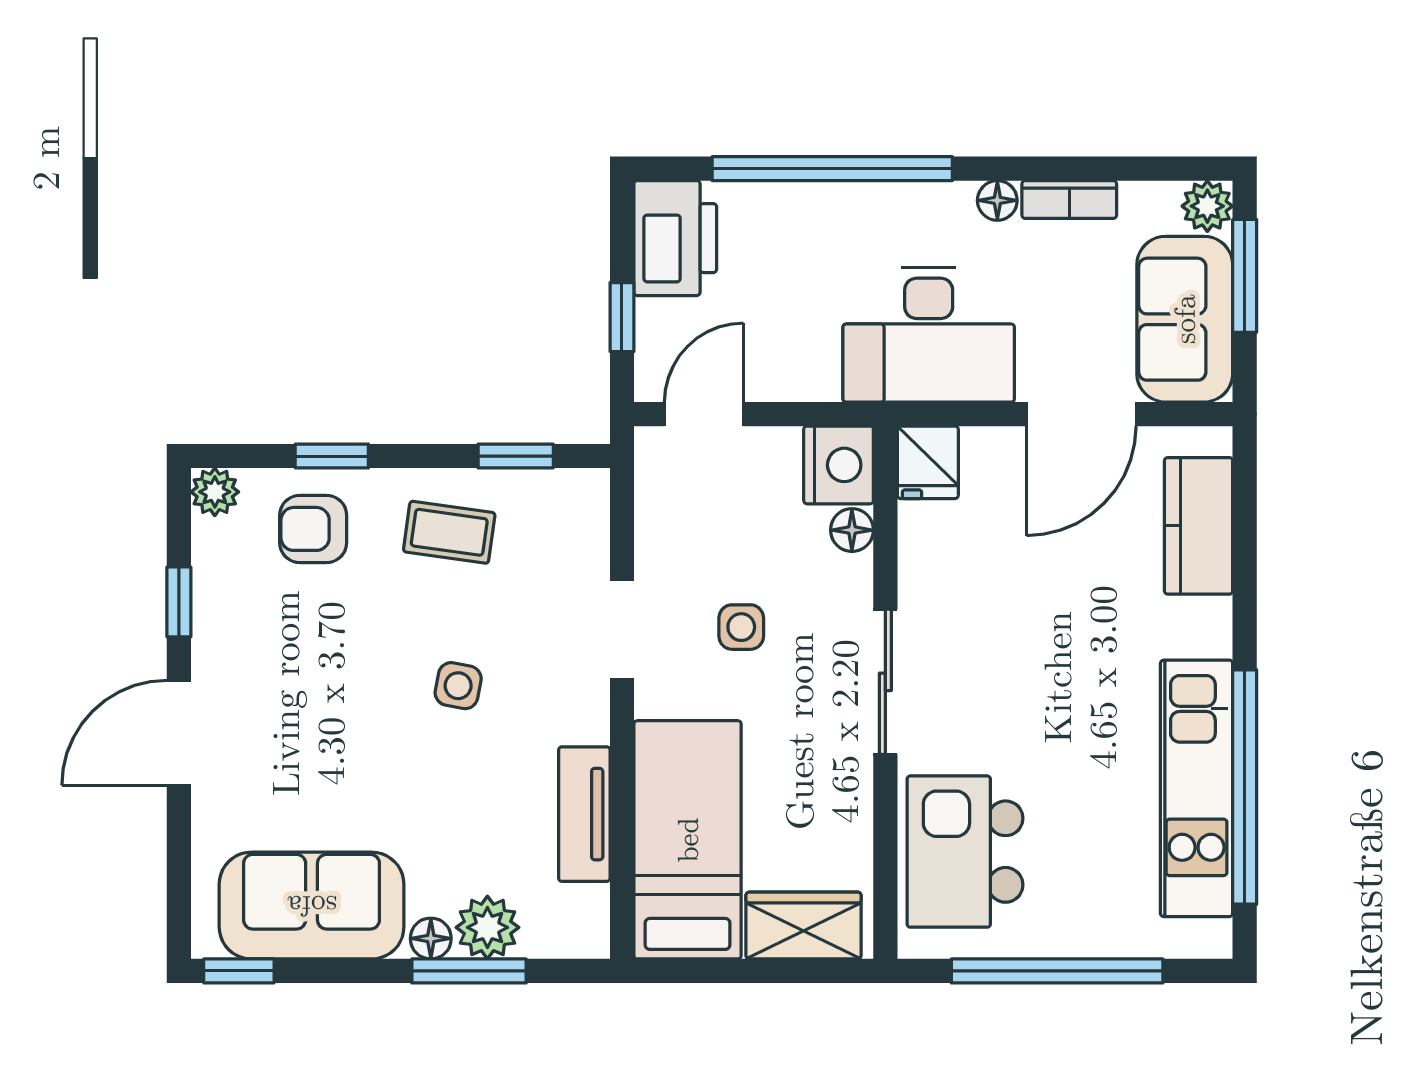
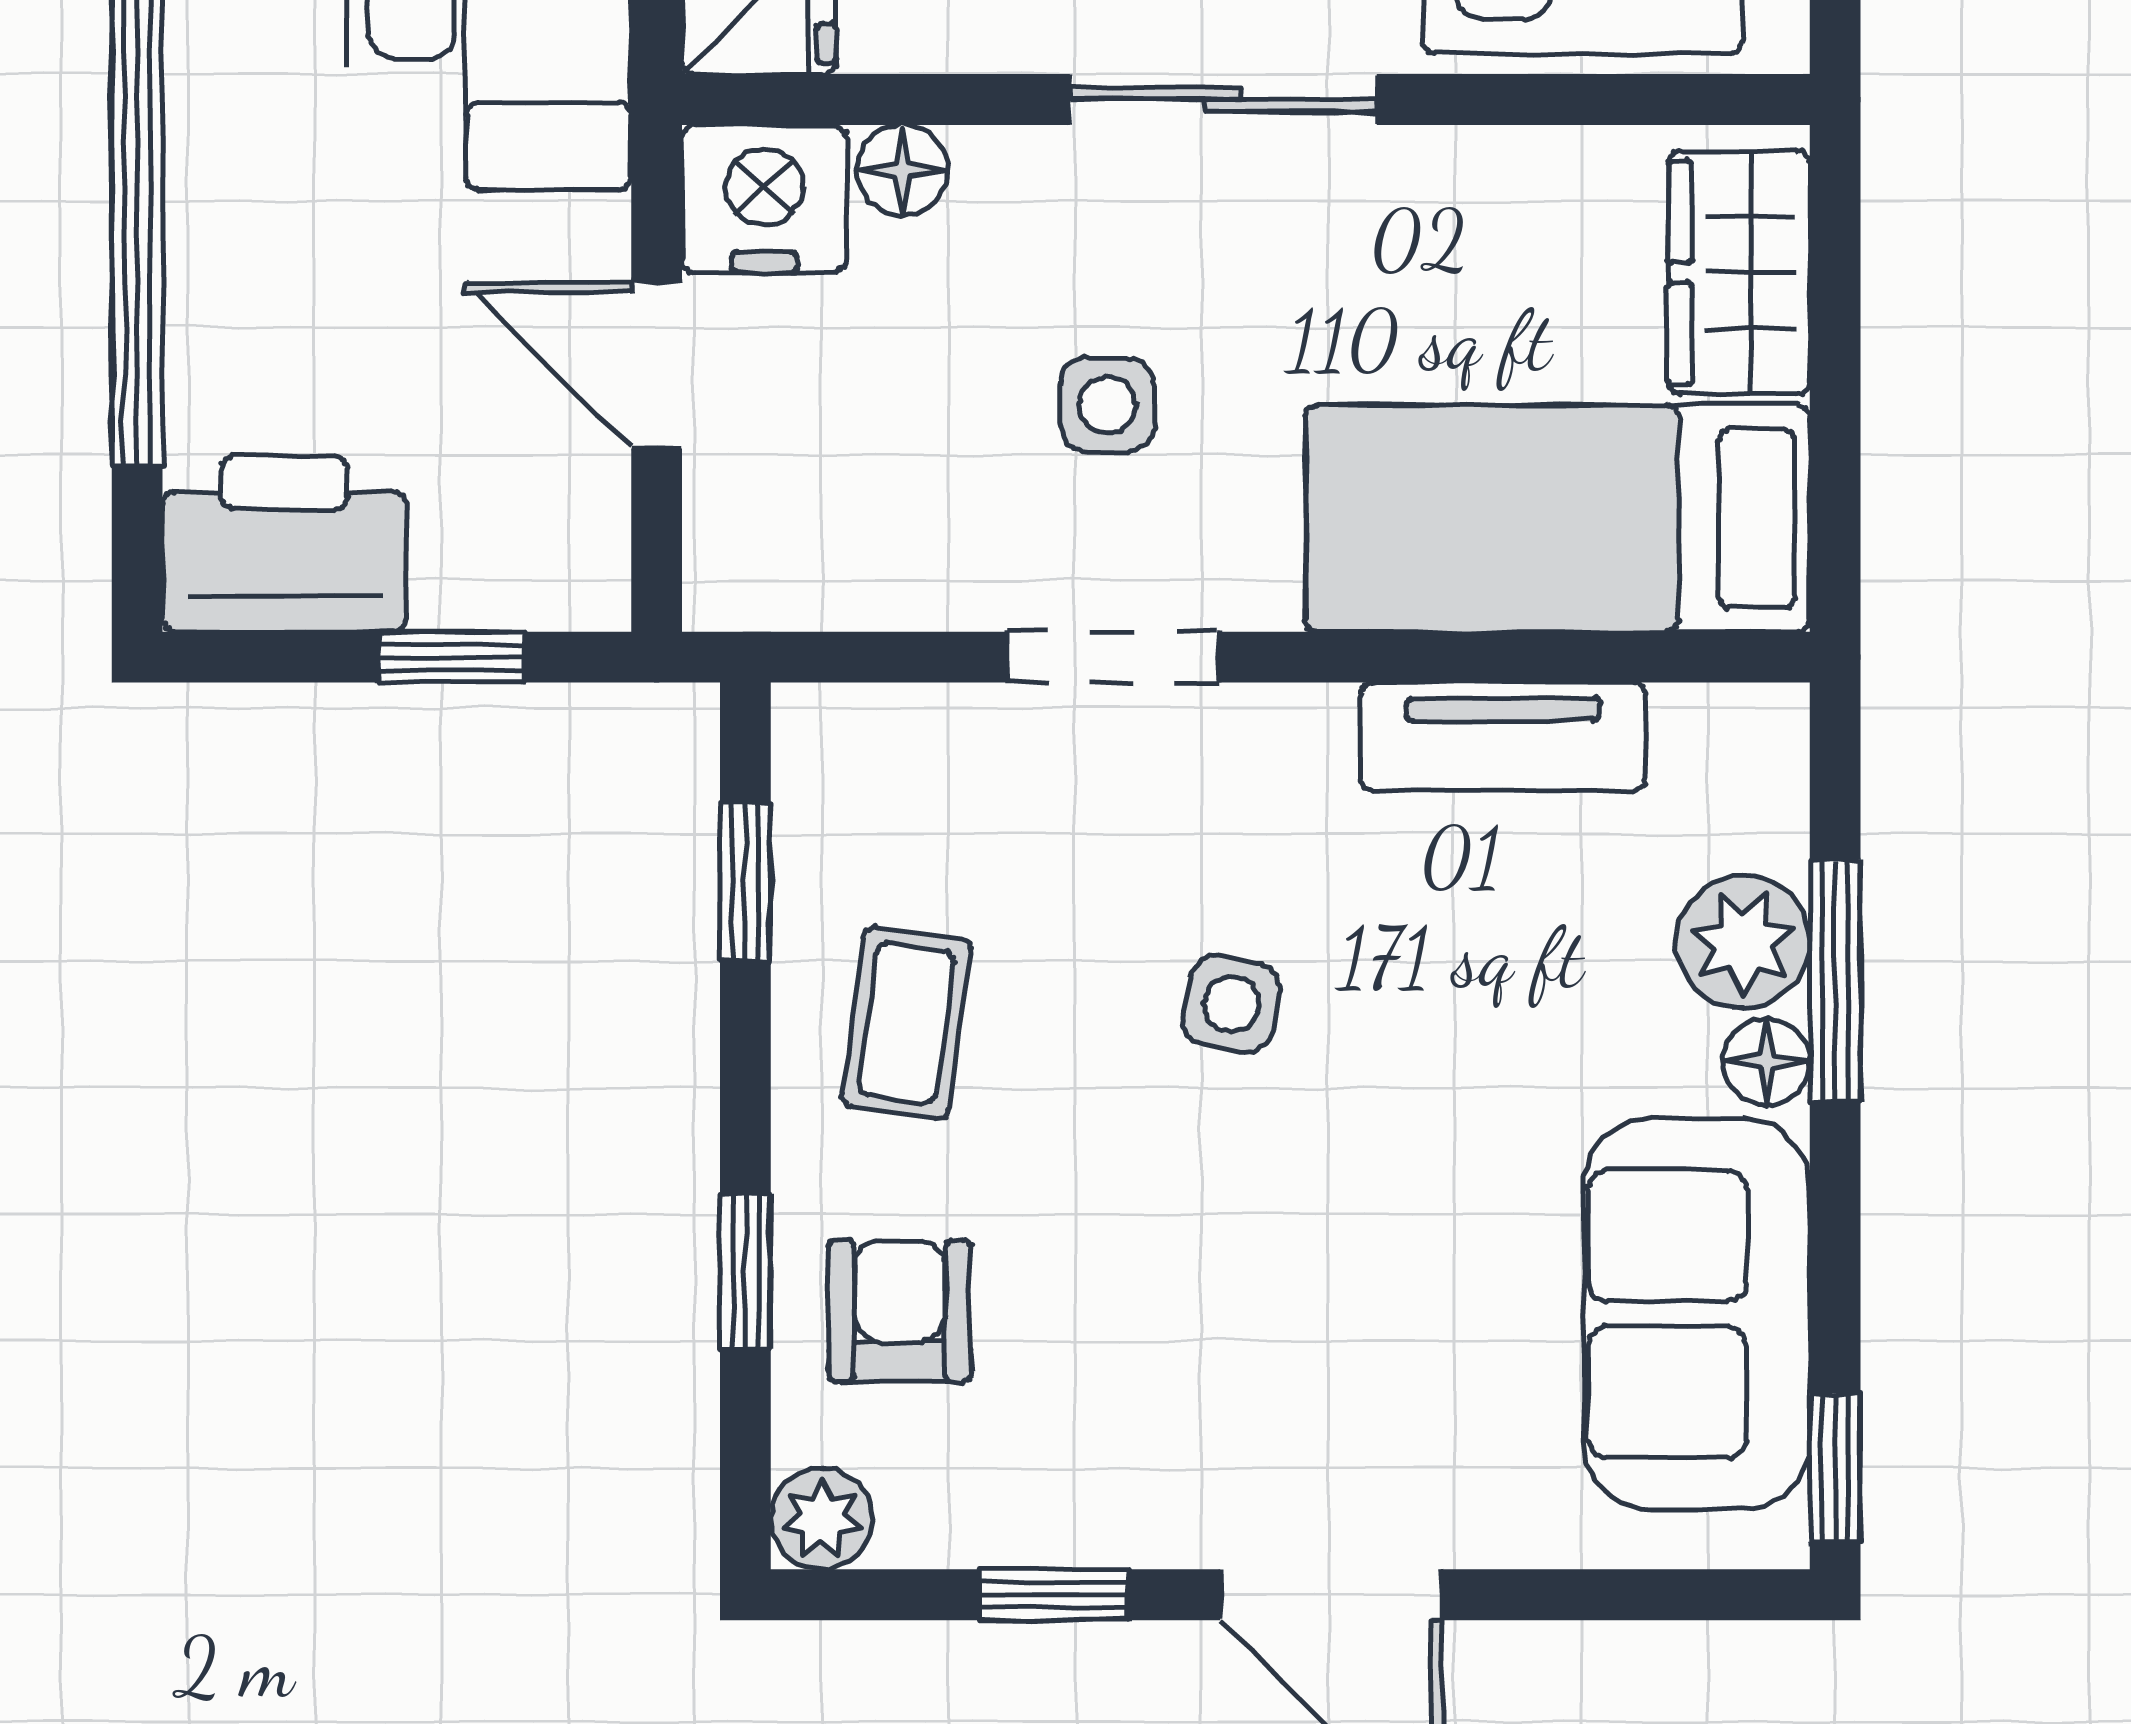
door: (704, 414) -> (657, 365), moved
armchair: (313, 529) -> (900, 1311), turned 180

